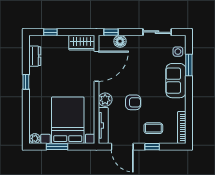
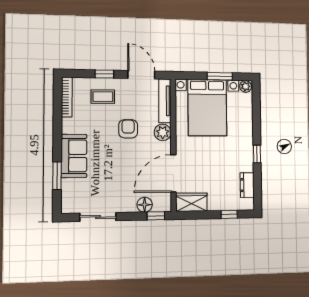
side table: (178, 52) -> (71, 193), removed
armchair: (133, 102) -> (128, 129), turned 90

